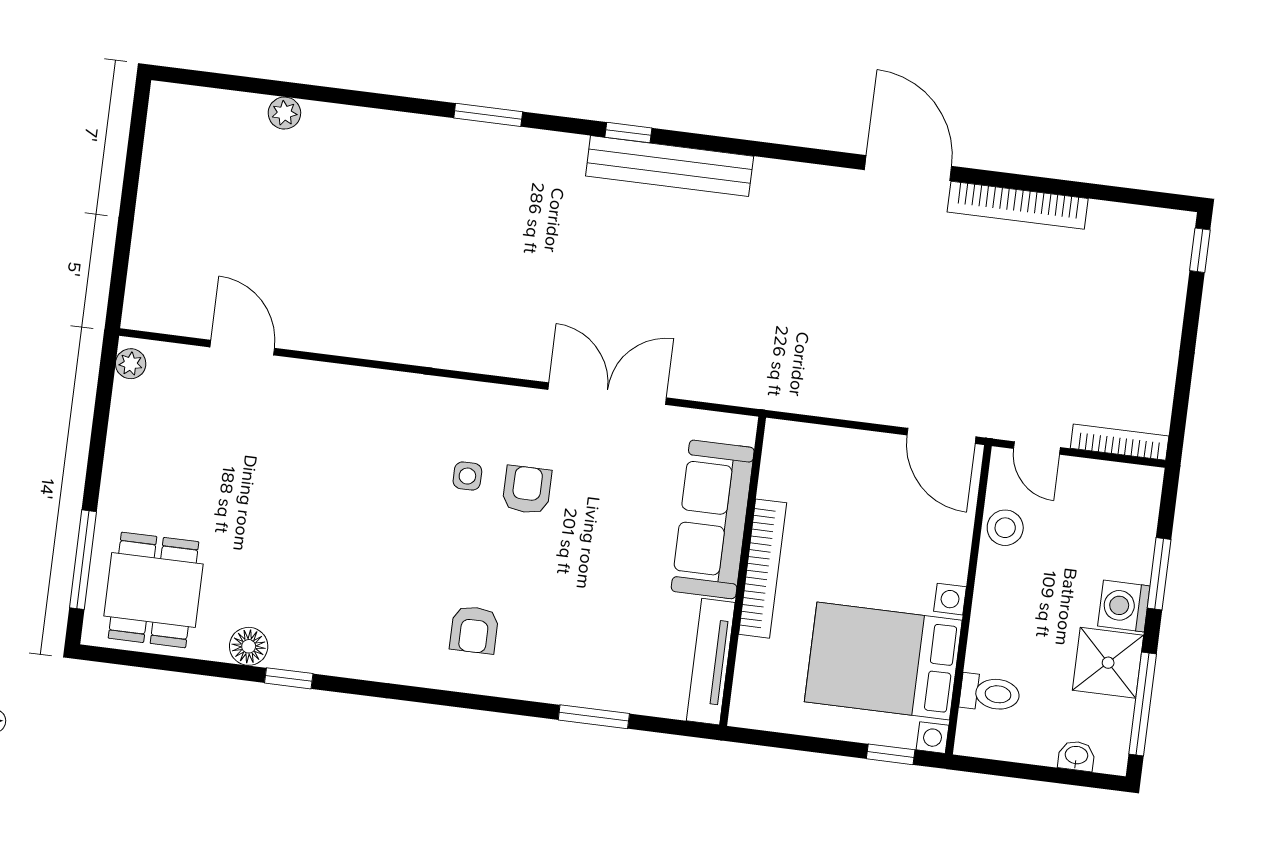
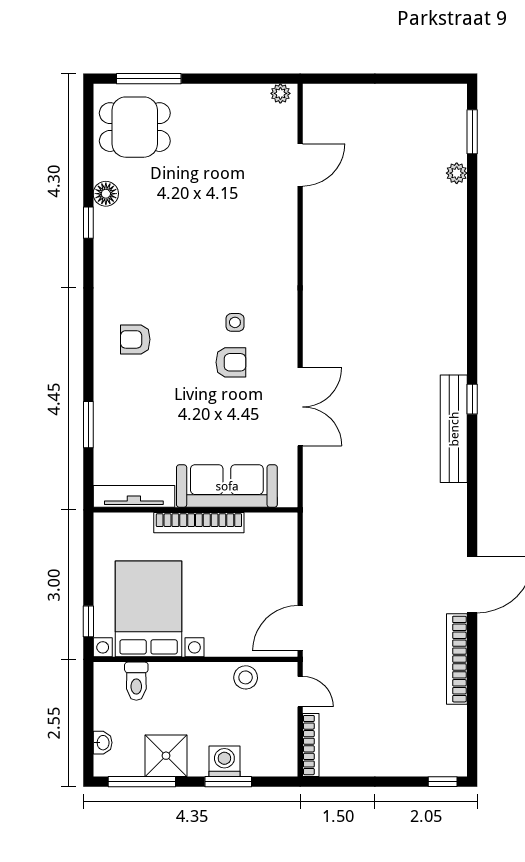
window: (488, 115) -> (472, 132), moved
door: (1037, 448) -> (300, 692), swing flipped
washing machine: (1124, 606) -> (224, 761), moved

